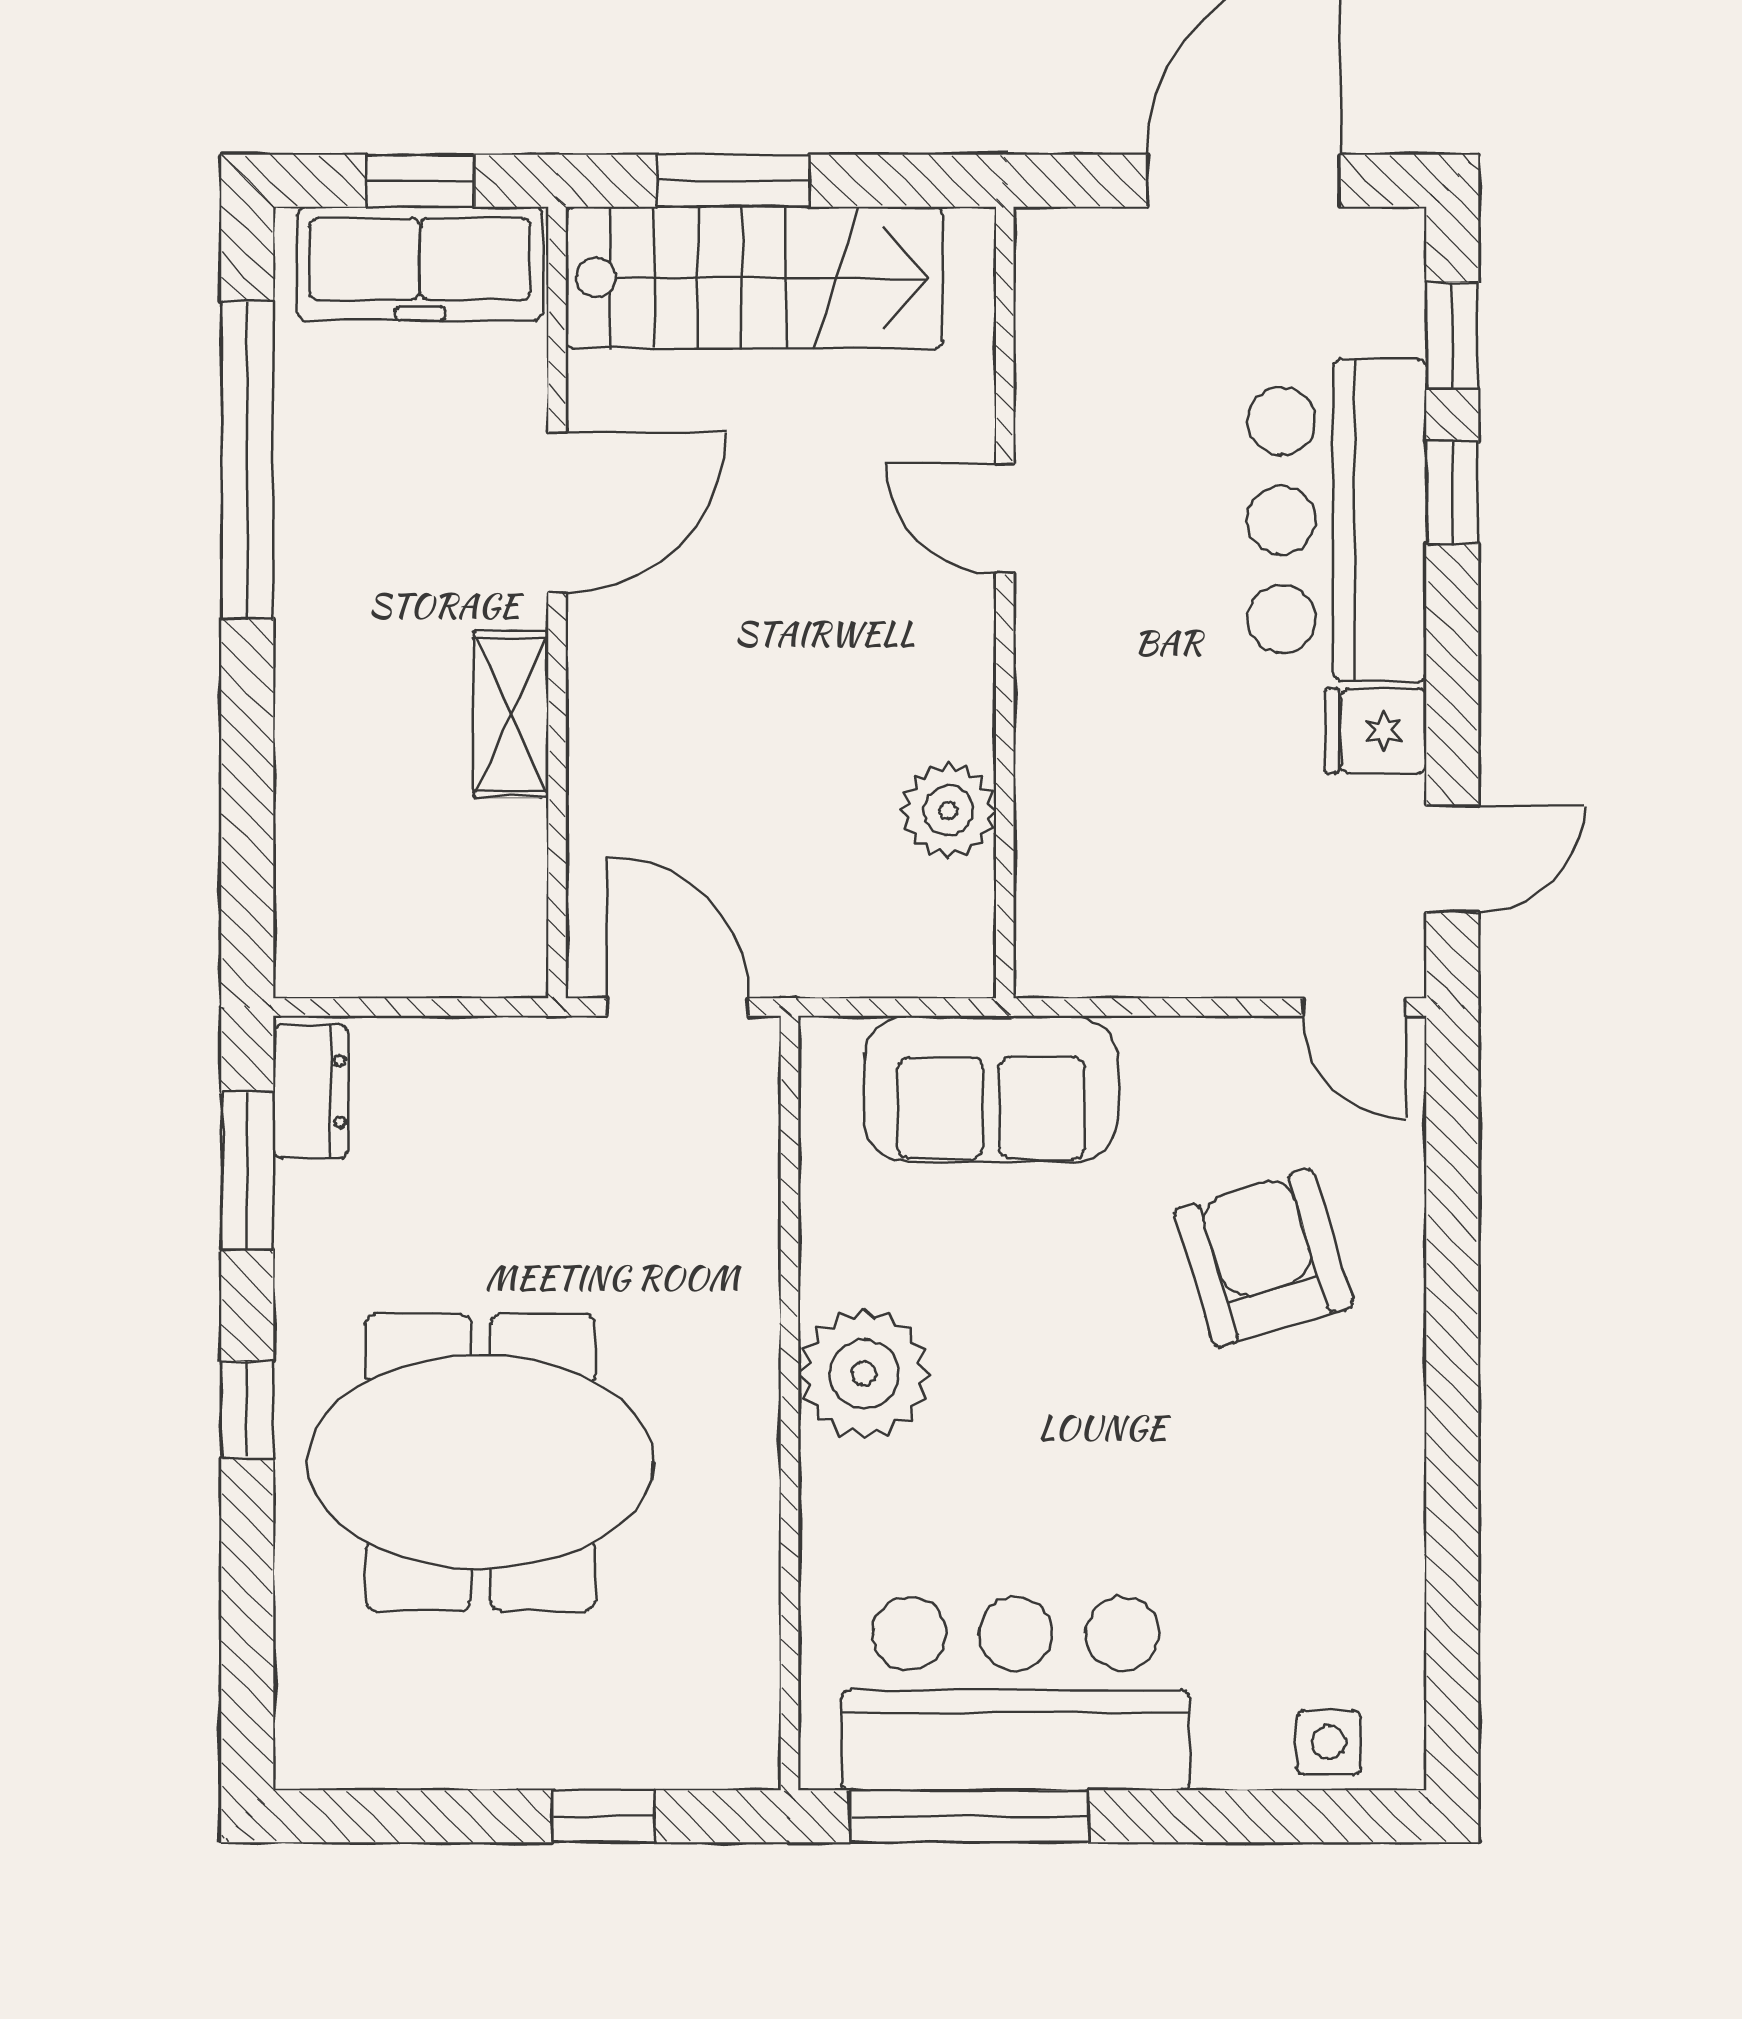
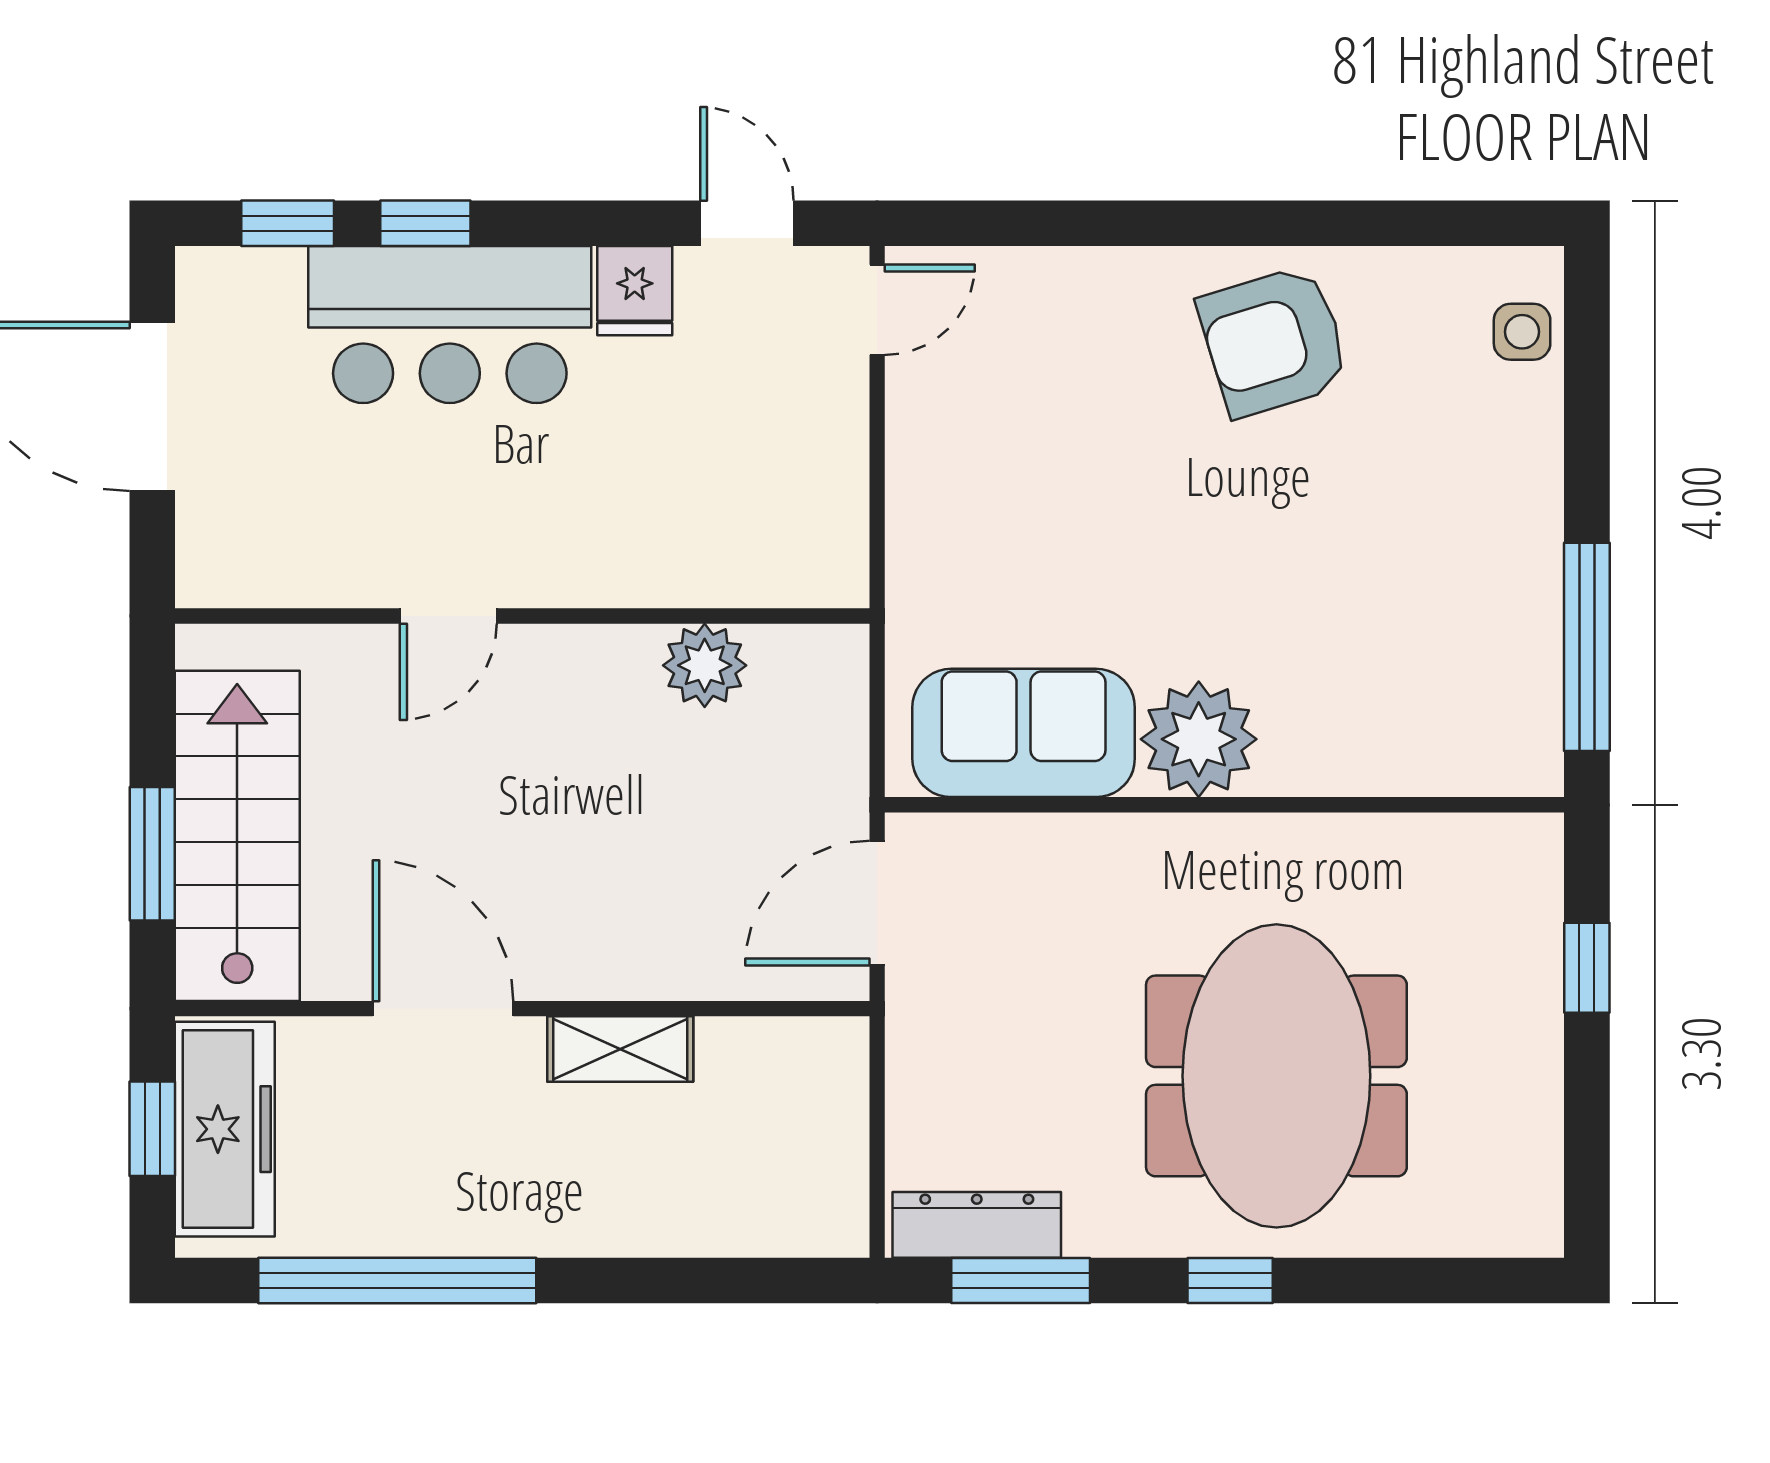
sofa: (991, 1089) -> (1024, 733), moved, turned -90
dresser: (311, 1092) -> (977, 1225), width x1.44
armchair: (1264, 1258) -> (1274, 341), moved
bar counter: (1016, 1694) -> (1479, 606), removed

